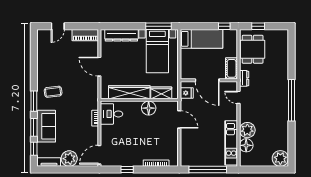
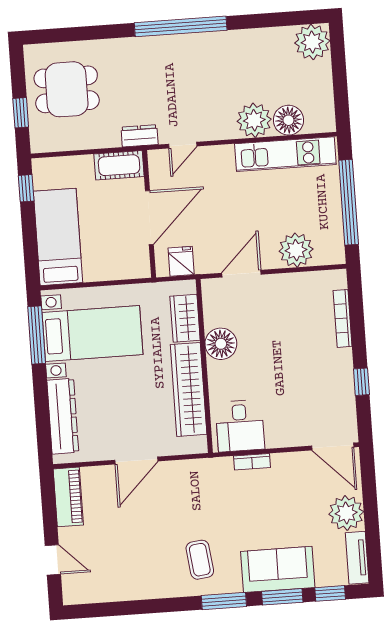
dining table: (253, 49) -> (67, 89), moved
plant: (188, 145) -> (296, 250), added

